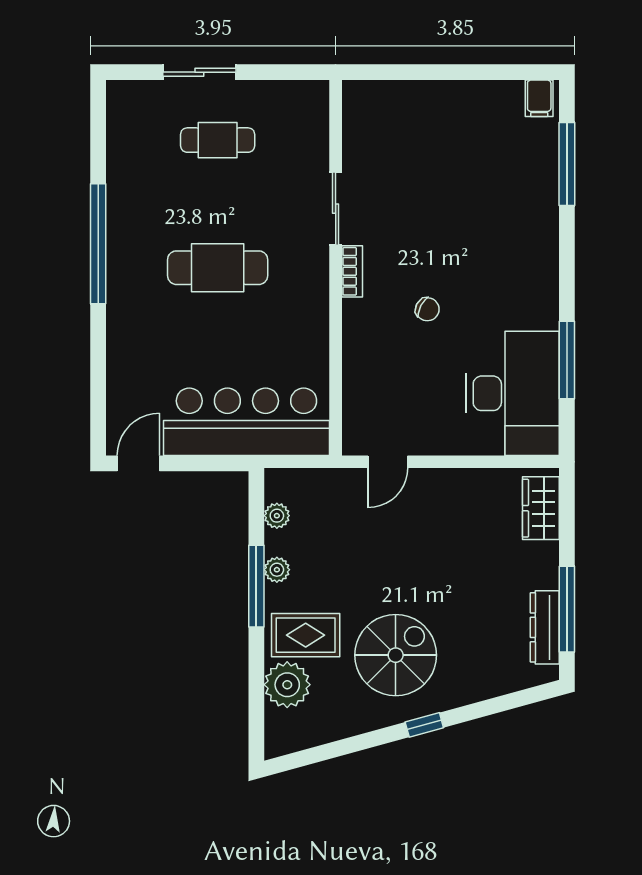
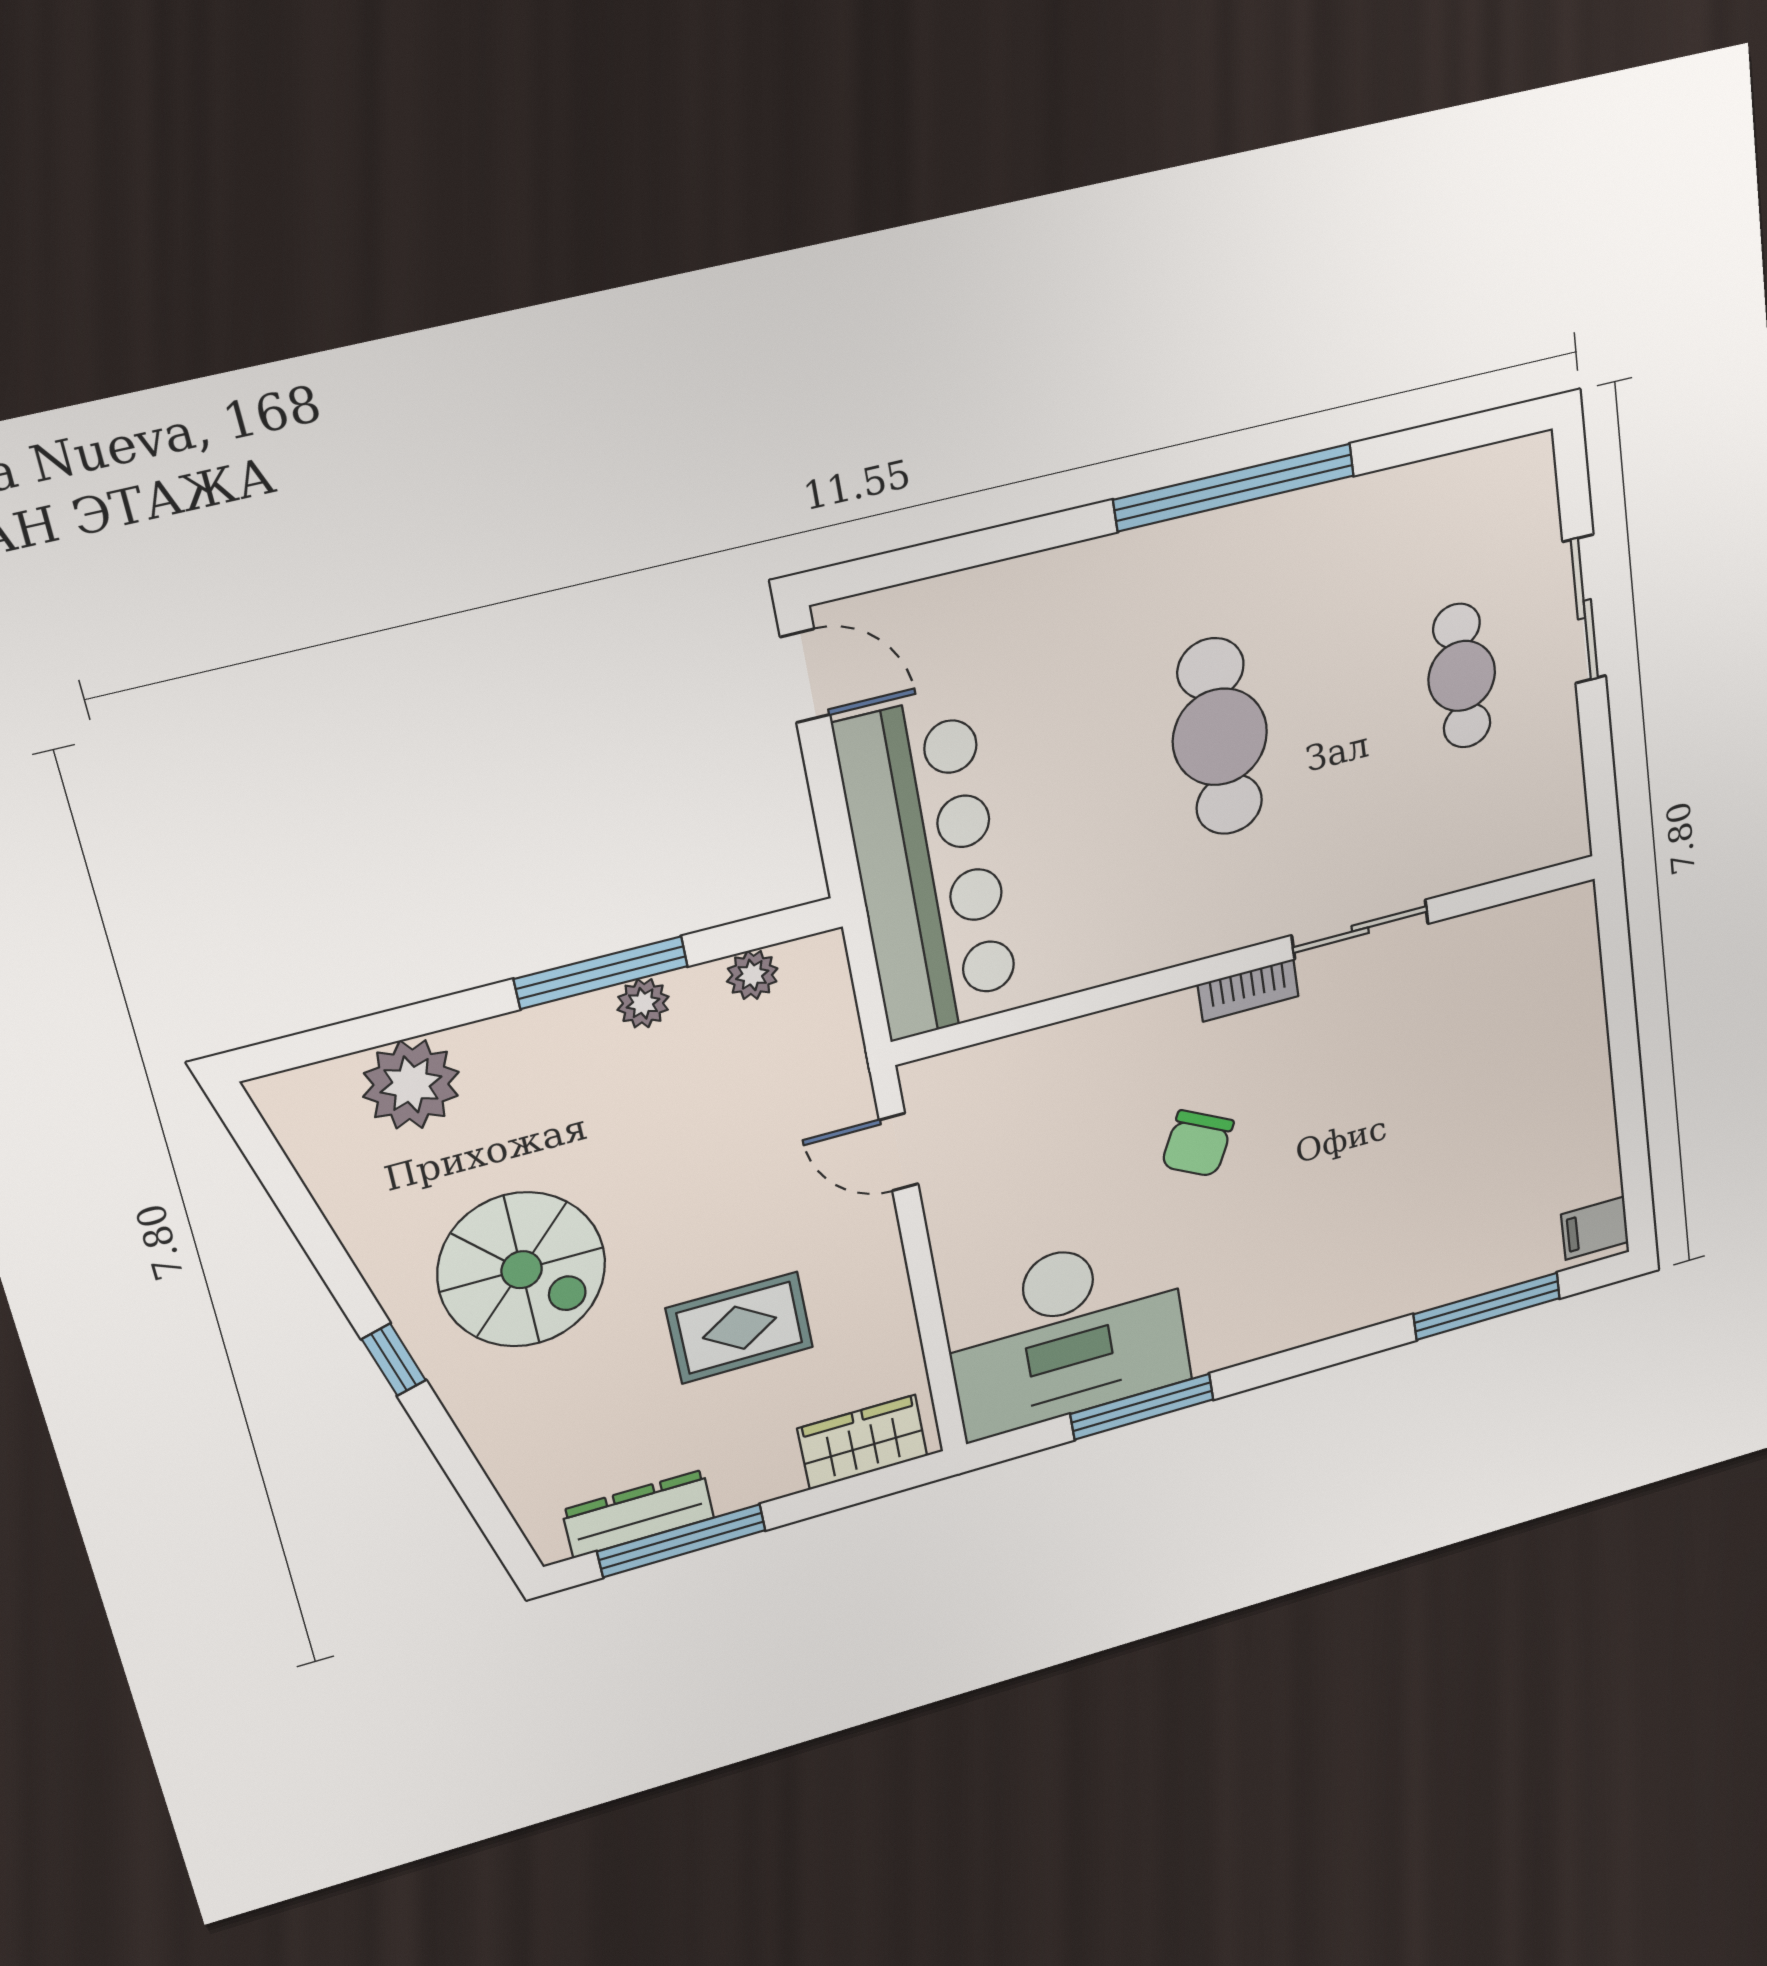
chair: (427, 309) -> (1197, 1144), width x1.37, depth x1.37
rug: (306, 635) -> (739, 1328), moved, turned 90

